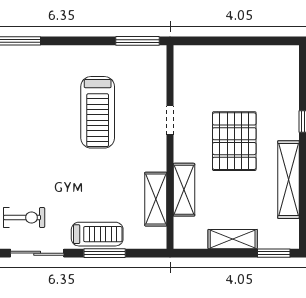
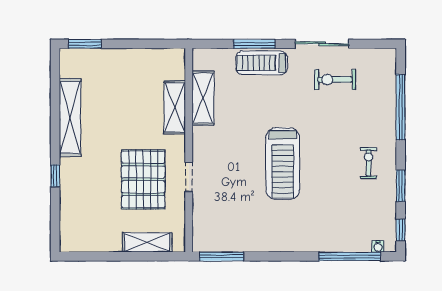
treadmill: (98, 112) -> (283, 164), moved, turned 180
pallet: (234, 141) -> (143, 179), moved
shelving: (233, 239) -> (147, 242), moved

